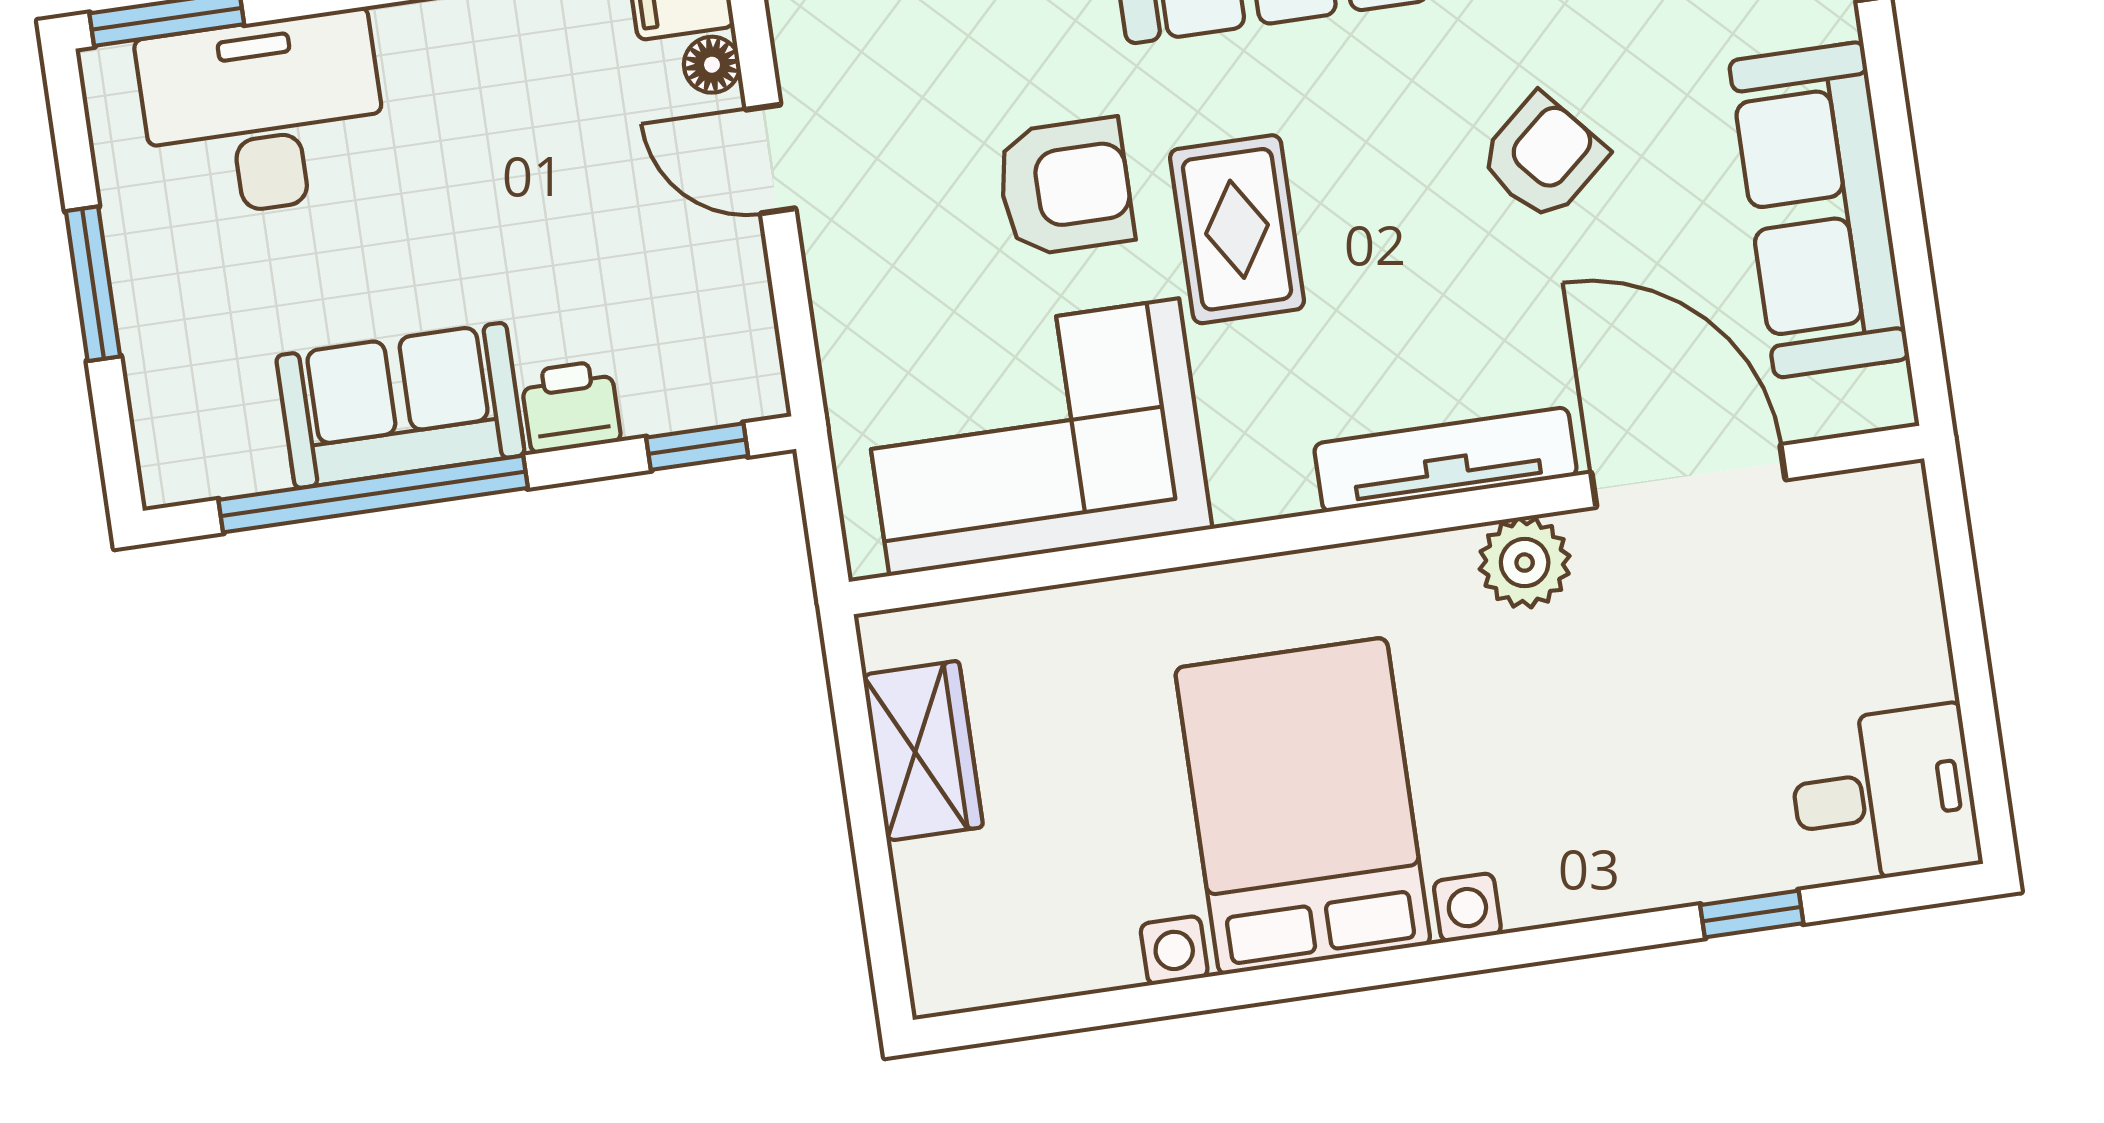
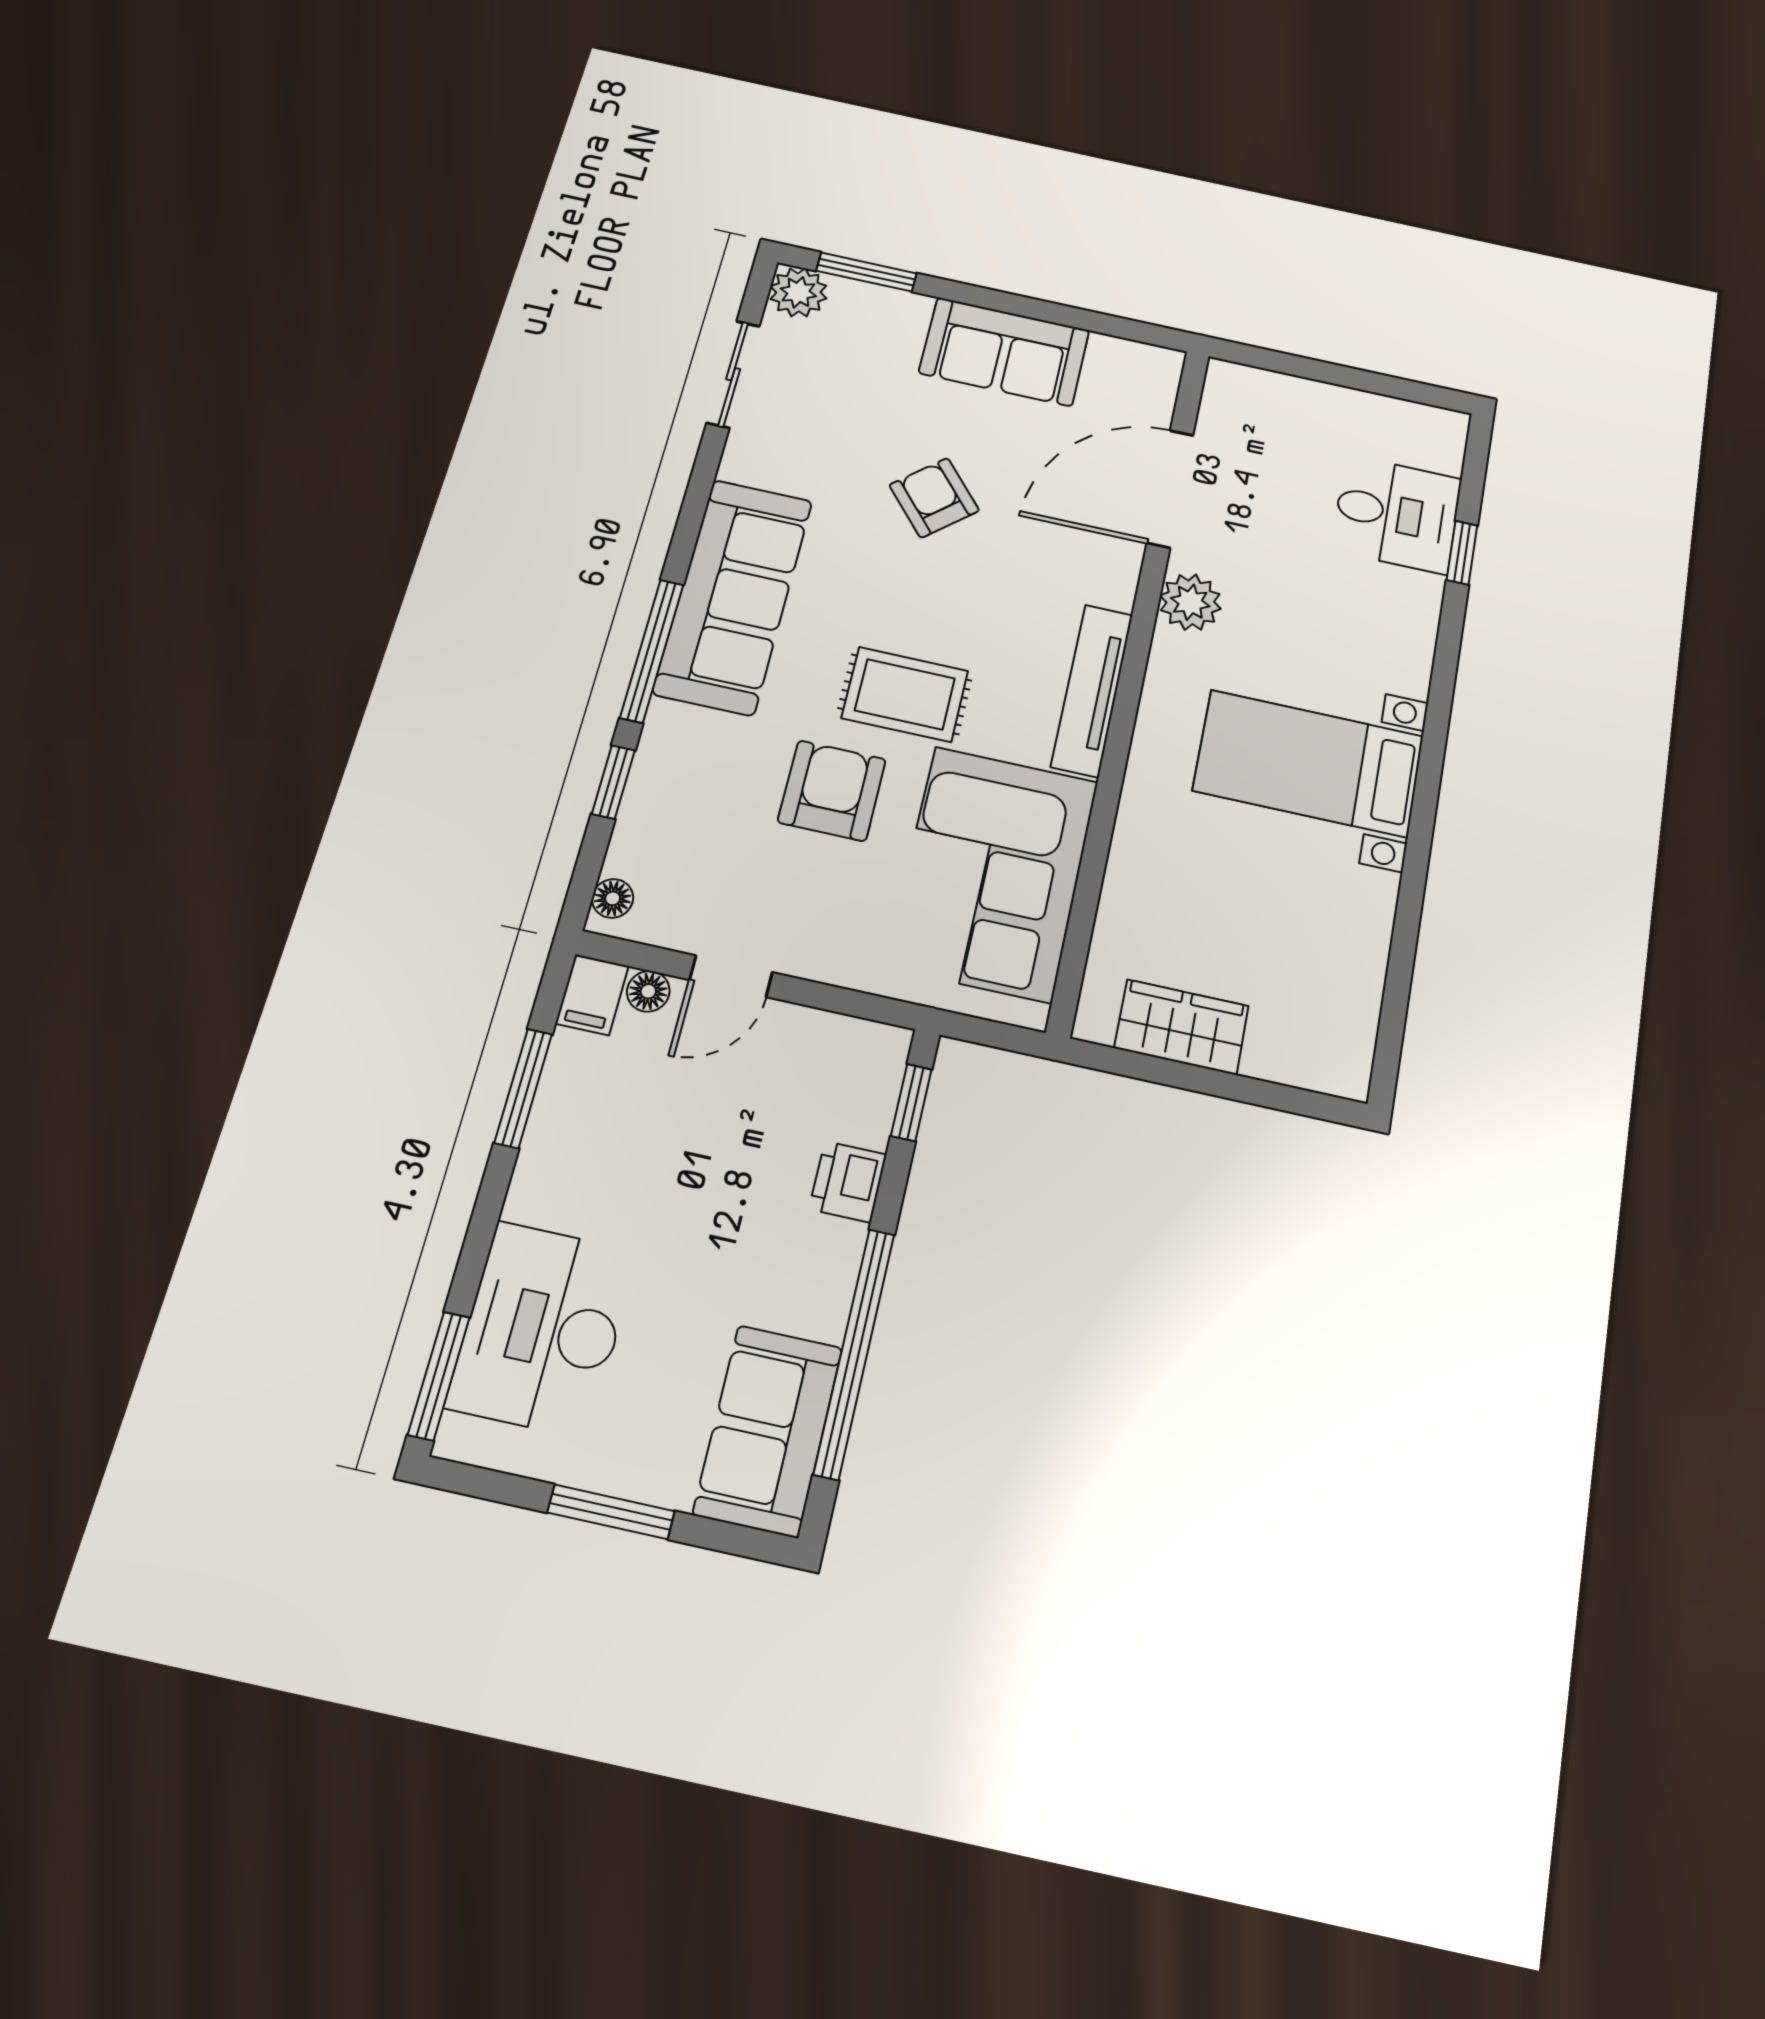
sofa: (1819, 210) -> (1004, 352), width x0.73
sofa: (400, 405) -> (768, 1430), moved
tv unit: (1446, 460) -> (1092, 690), moved
desk: (1884, 795) -> (1396, 514), moved, turned 90
bed with nightstands: (1303, 806) -> (1309, 763), width x0.73

